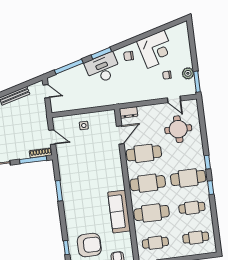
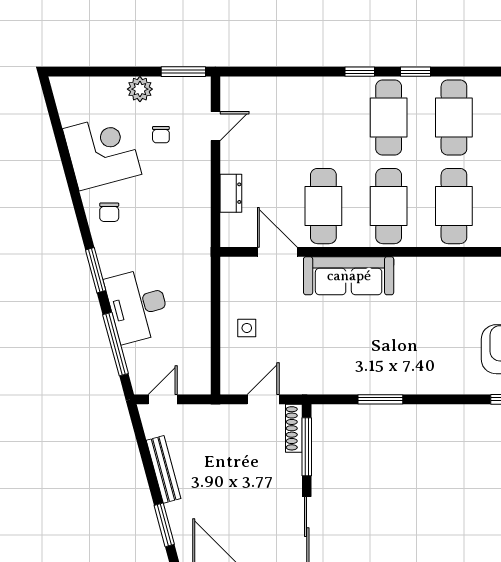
desk: (103, 68) -> (138, 305), moved
plant: (188, 73) -> (140, 89), moved
dresser: (128, 112) -> (231, 193), moved
round table: (178, 129) -> (281, 125), removed
cafe table: (192, 208) -> (454, 118), width x1.37, depth x1.35
sofa: (119, 212) -> (349, 276), moved

